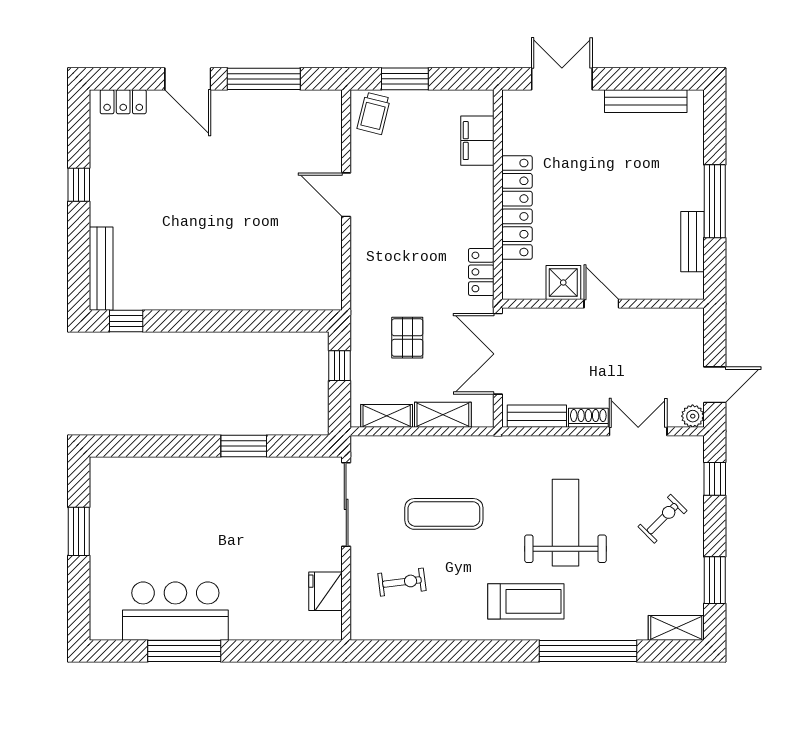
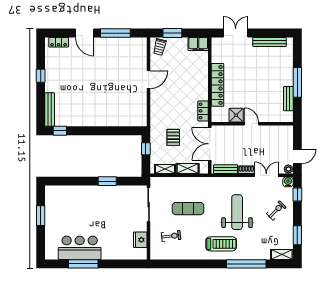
filing cabinet: (477, 141) -> (198, 44), moved, turned -90
door: (346, 195) -> (149, 80), swing flipped
water cooler: (692, 448) -> (288, 182), added

